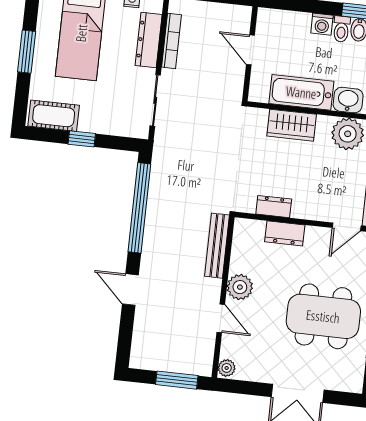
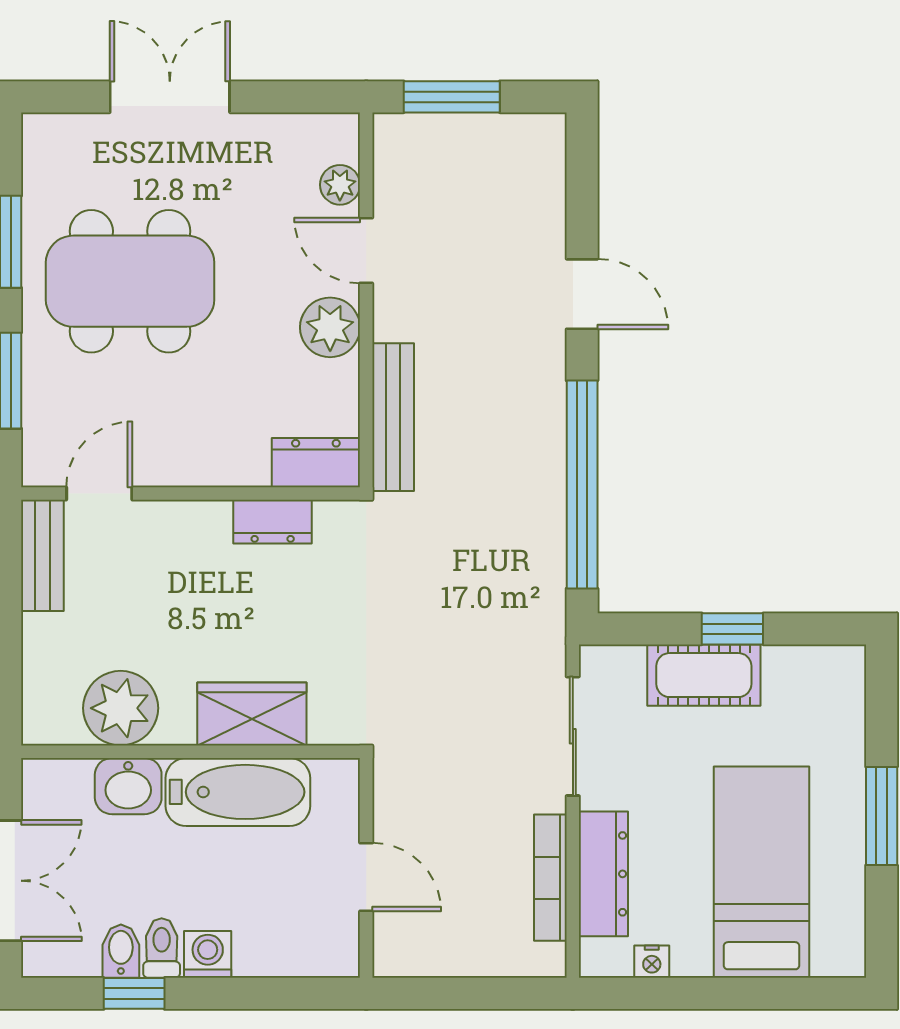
cot: (54, 116) -> (704, 675), moved
dresser: (285, 233) -> (316, 463), moved
plant: (227, 368) -> (340, 185), moved

